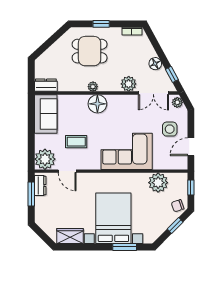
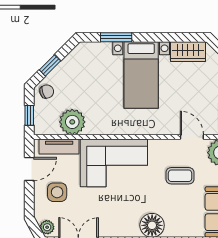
tv unit: (168, 164) -> (59, 147), added
bed with nightstands: (113, 218) -> (141, 75), width x0.73

